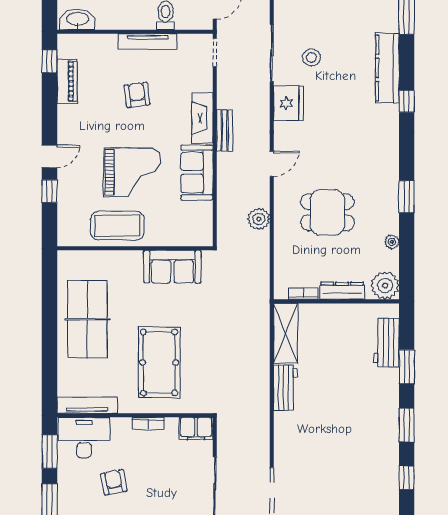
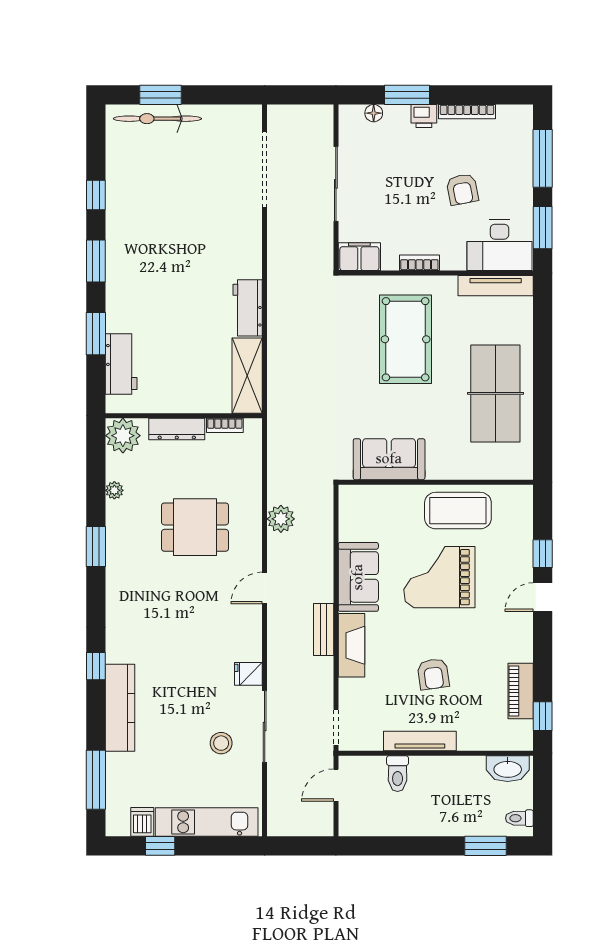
stool: (311, 57) -> (221, 743), moved
fridge: (288, 103) -> (248, 674), width x0.53, depth x0.75

